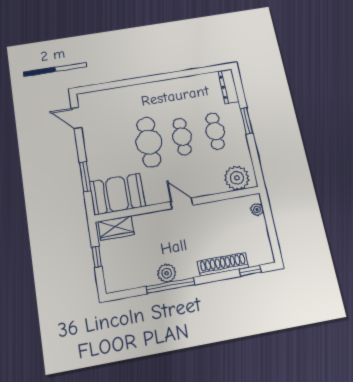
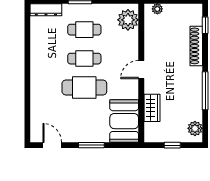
door: (76, 118) -> (52, 145), swing flipped
window: (85, 177) -> (91, 145), moved
wardrobe: (116, 228) -> (152, 108), moved
plant: (167, 273) -> (195, 128), moved

